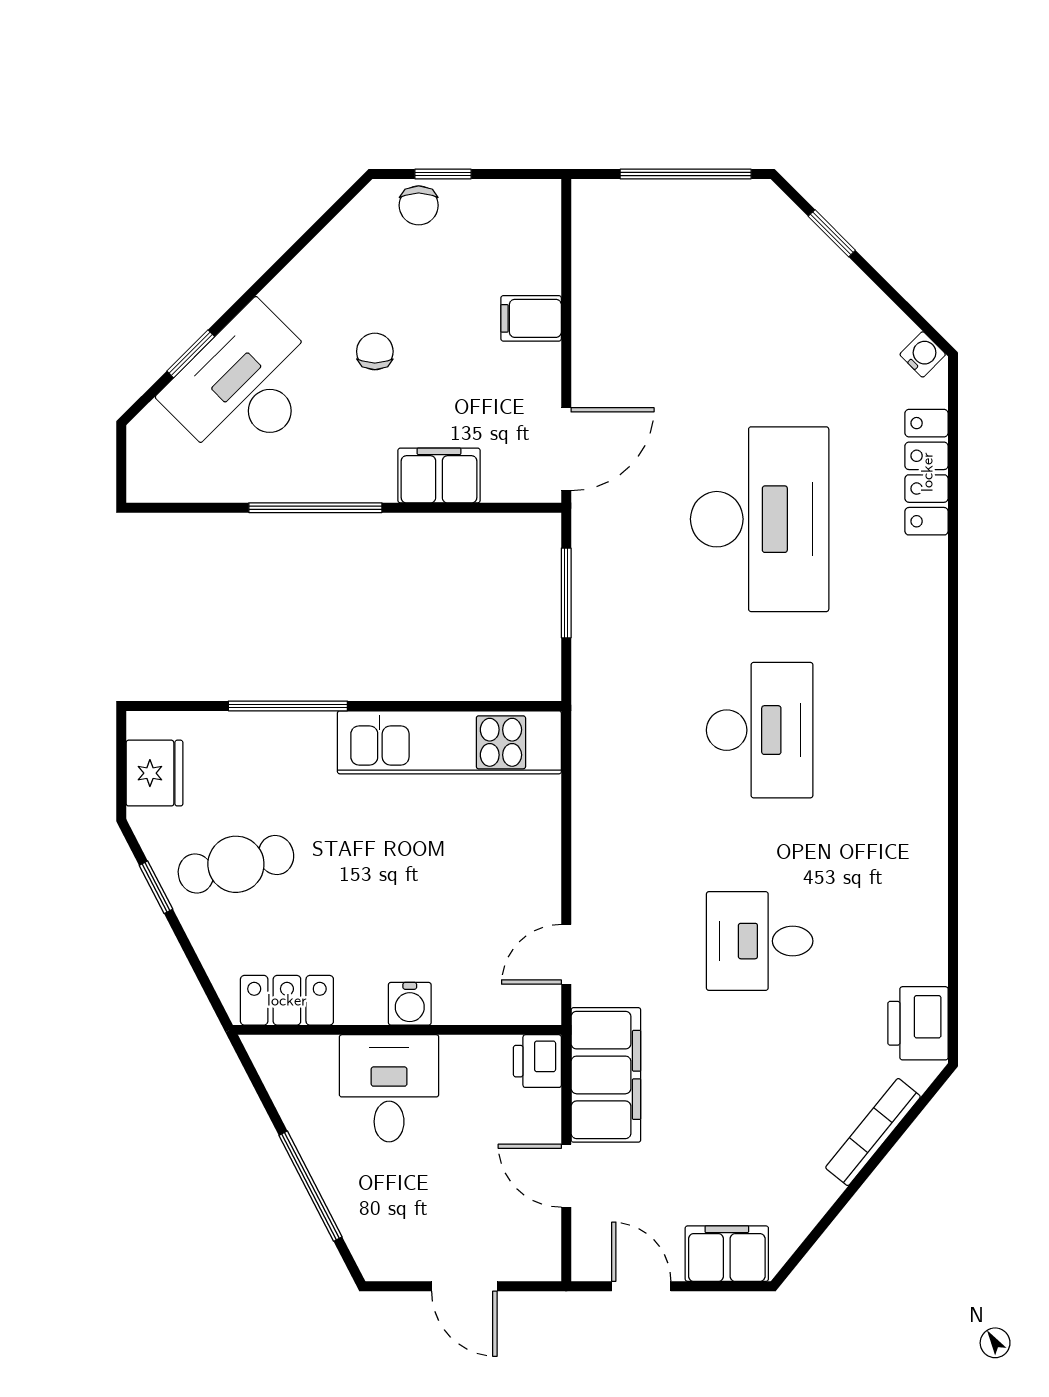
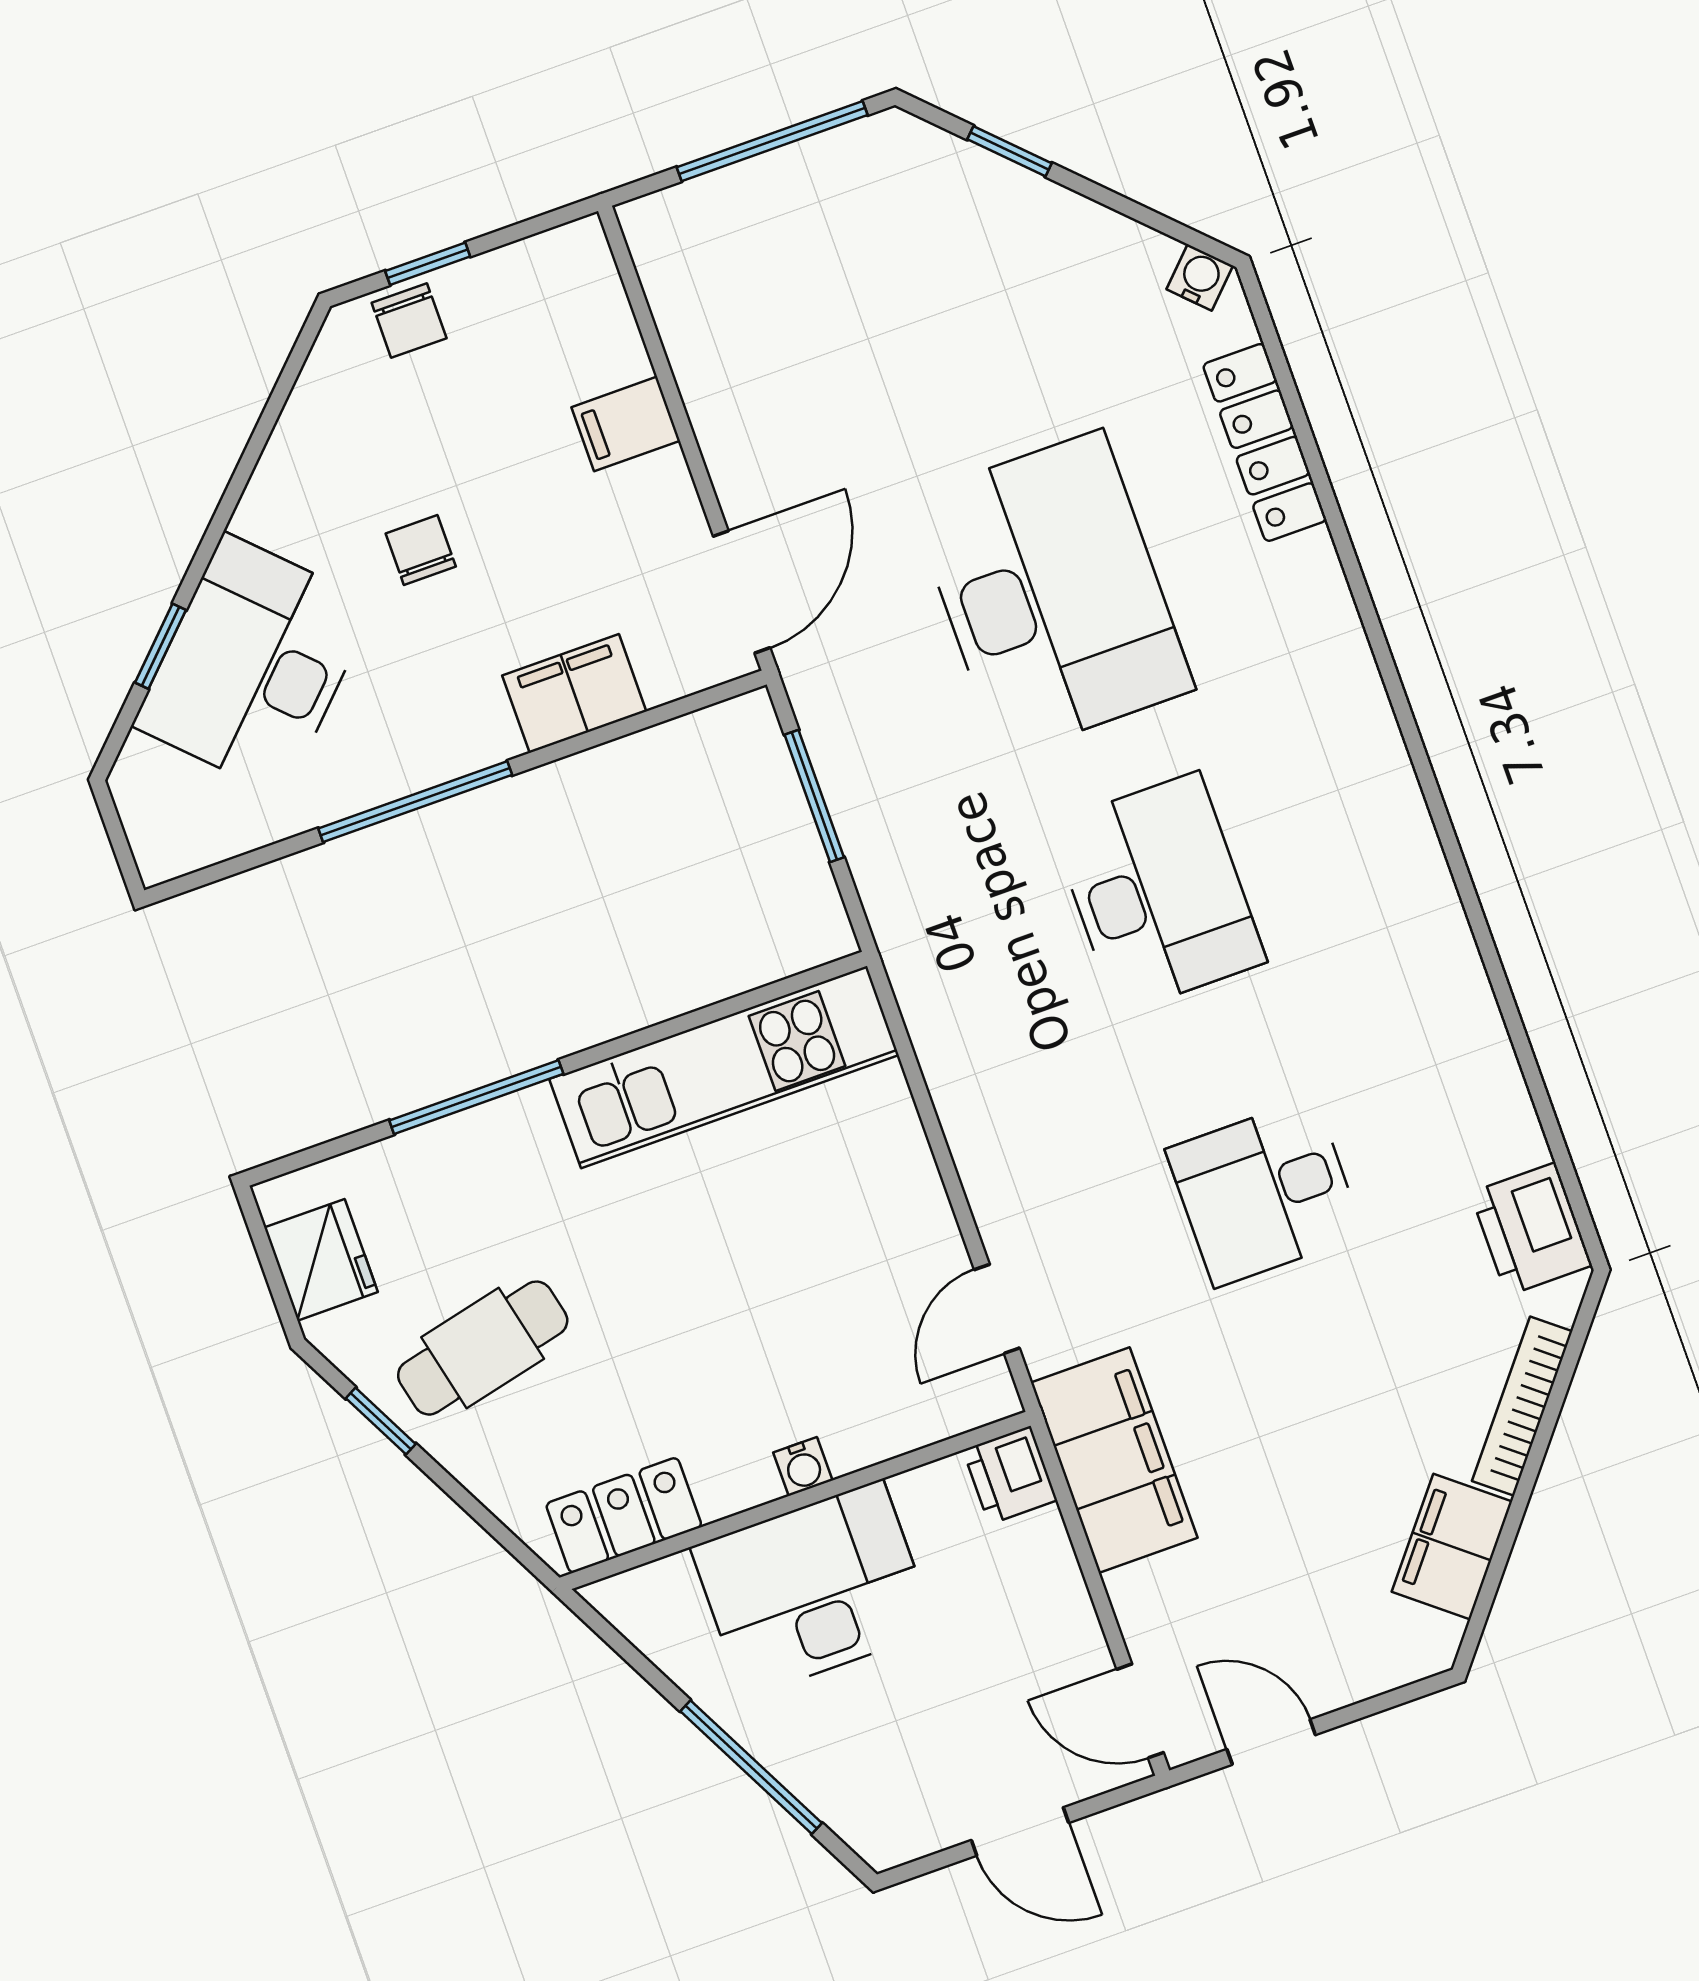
water cooler: (410, 1004) -> (803, 1467), width x0.72, depth x0.72
desk: (389, 1088) -> (813, 1589), width x1.37
door: (566, 1176) -> (1140, 1711), moved
filing cabinet: (727, 1254) -> (1452, 1547), moved, turned -51

